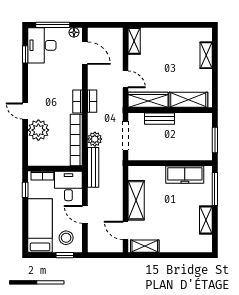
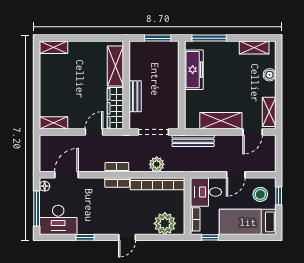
window: (25, 54) -> (85, 237), moved
shelving: (206, 55) -> (54, 47), moved
plant: (38, 130) -> (165, 223), moved
bench: (93, 167) -> (193, 141), moved
shelving: (206, 220) -> (254, 48), moved
boiler: (180, 247) -> (270, 75), added

